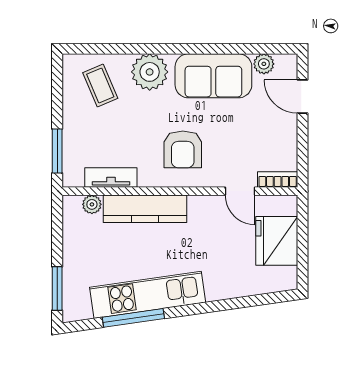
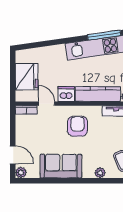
plant: (264, 64) -> (21, 173), moved
plant: (150, 72) -> (100, 173), width x0.53, depth x0.53
dishwasher: (204, 209) -> (66, 94), added

